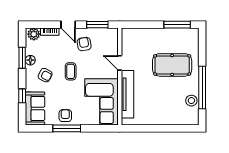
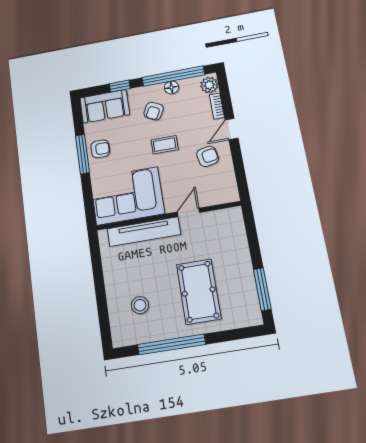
window: (97, 25) -> (239, 170), removed
window: (22, 58) -> (173, 76), width x2.11
stool: (191, 101) -> (140, 305), moved

